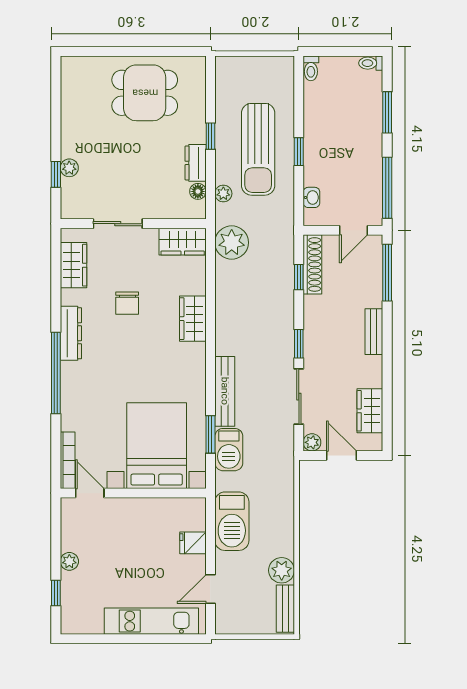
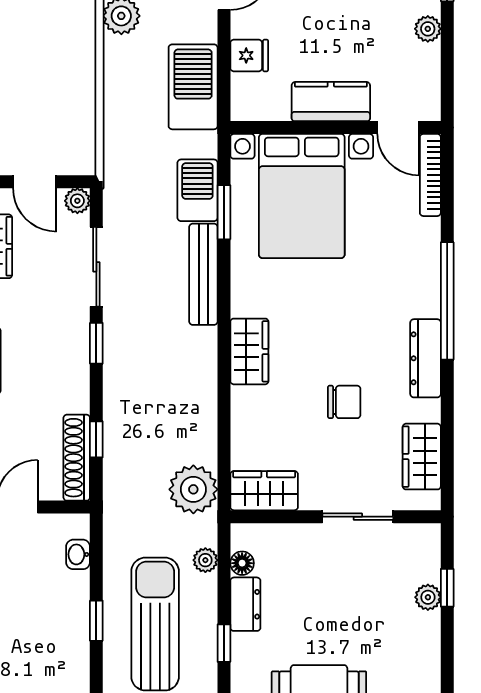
chair: (127, 303) -> (344, 402), turned 90
wardrobe: (193, 319) -> (249, 351), moved
kitchen counter: (136, 511) -> (331, 102), added

